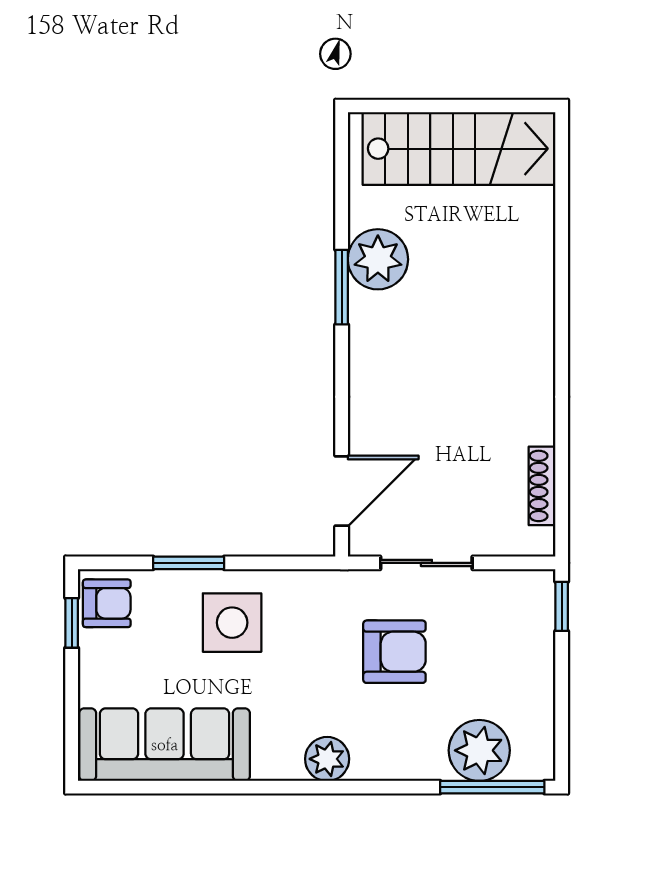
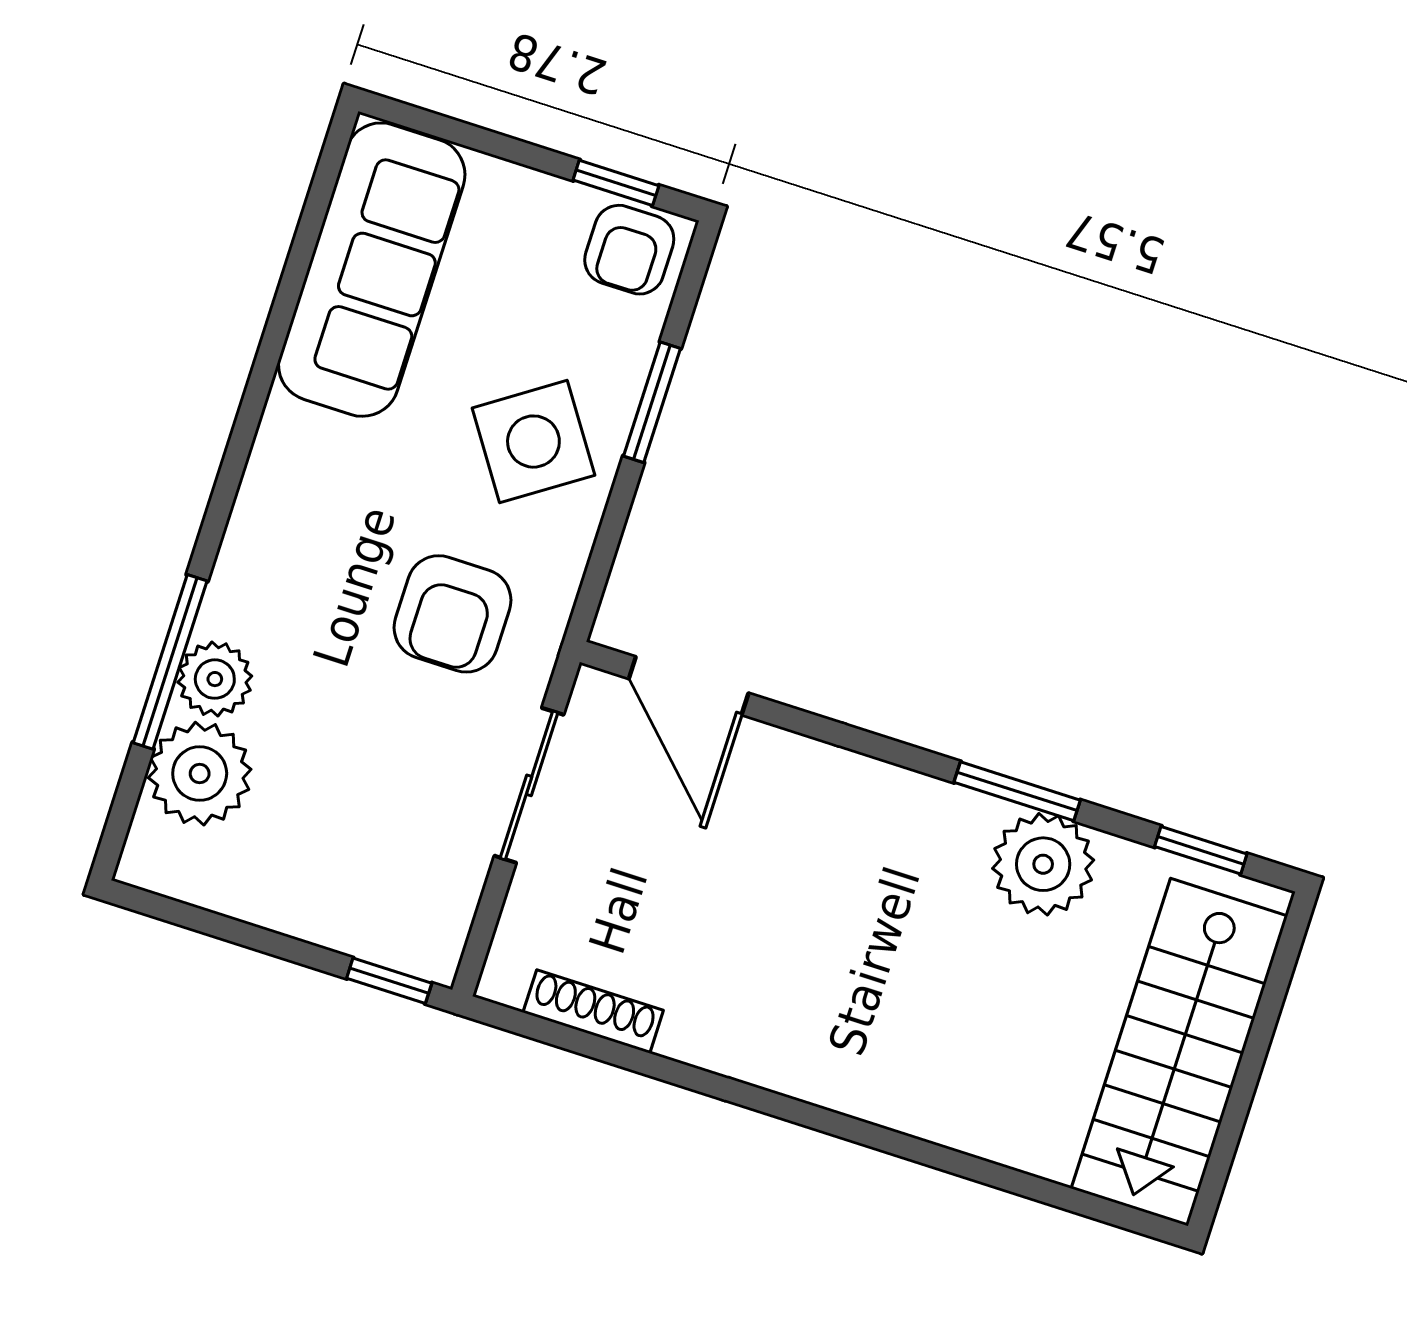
window: (342, 173) -> (1201, 850), added
side table: (232, 623) -> (533, 442), turned -34
armchair: (394, 652) -> (453, 614), moved
plant: (327, 759) -> (215, 679), moved
window: (492, 787) -> (170, 662), moved

